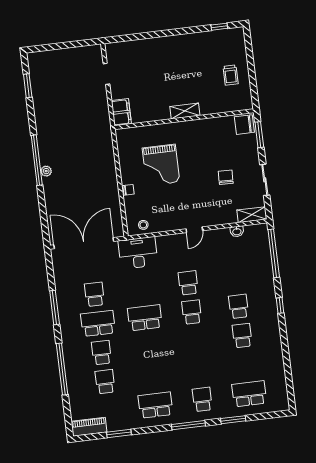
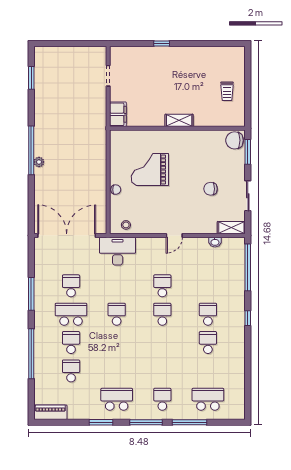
window: (219, 27) -> (162, 44), moved
grand piano: (161, 165) -> (150, 170), turned 90
chair: (226, 177) -> (211, 189), turned -92
school desk: (145, 318) -> (117, 314), width x0.54
window: (233, 420) -> (190, 422), width x1.44
window: (119, 433) -> (101, 422), moved

